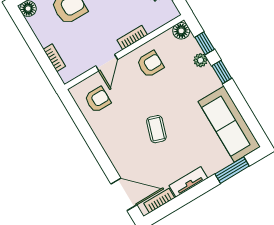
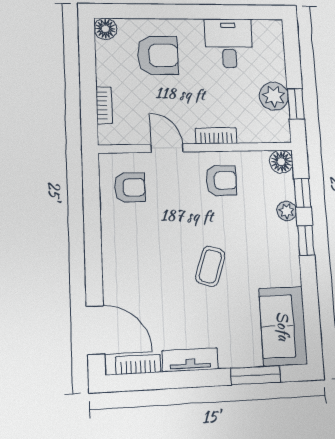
door: (107, 63) -> (167, 148), swing flipped
sofa: (229, 124) -> (283, 326), width x0.73
coffee table: (156, 129) -> (210, 266), moved

